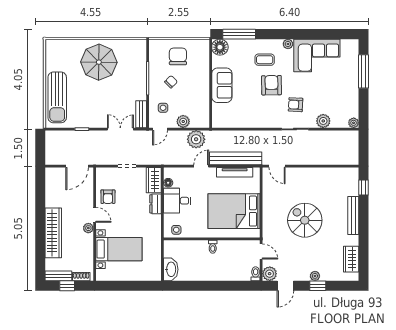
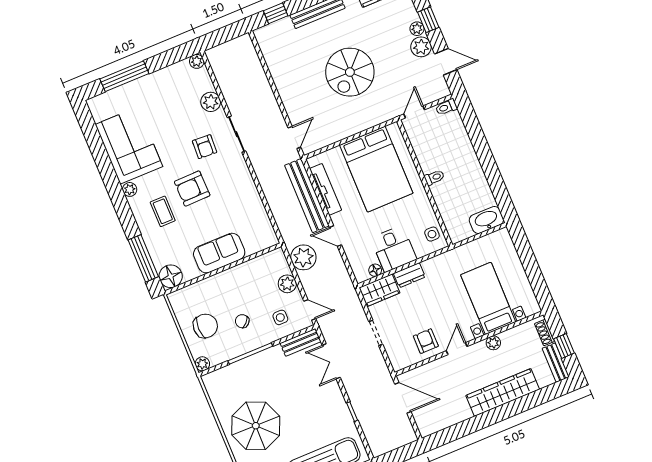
plant: (154, 44) -> (202, 364), added
chair: (178, 56) -> (205, 326), turned 180
armchair: (108, 197) -> (426, 341), turned -90
plant: (88, 228) -> (493, 343), moved
plant: (270, 274) -> (421, 47), moved

